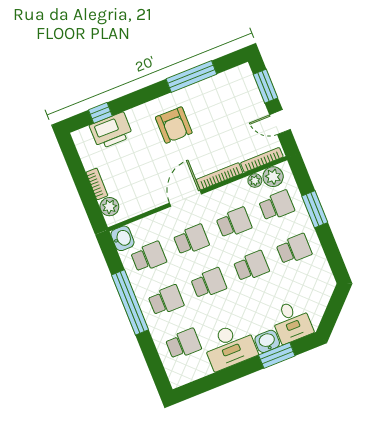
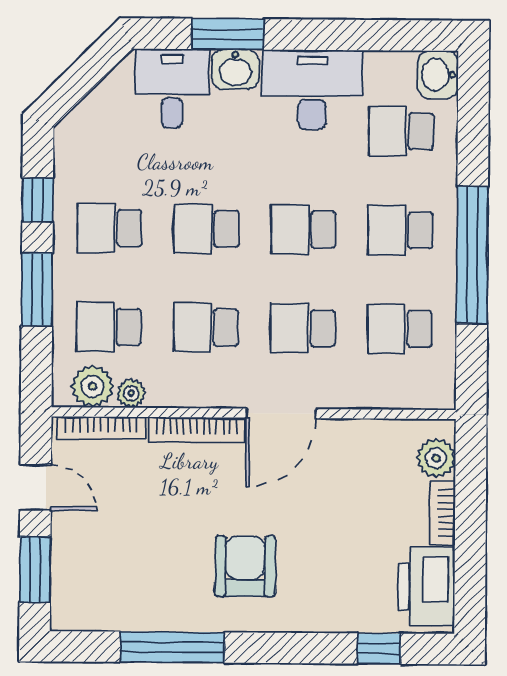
printer: (111, 131) -> (426, 586), moved, turned -90
washbasin: (122, 238) -> (438, 75), moved
window: (331, 249) -> (38, 200), added

